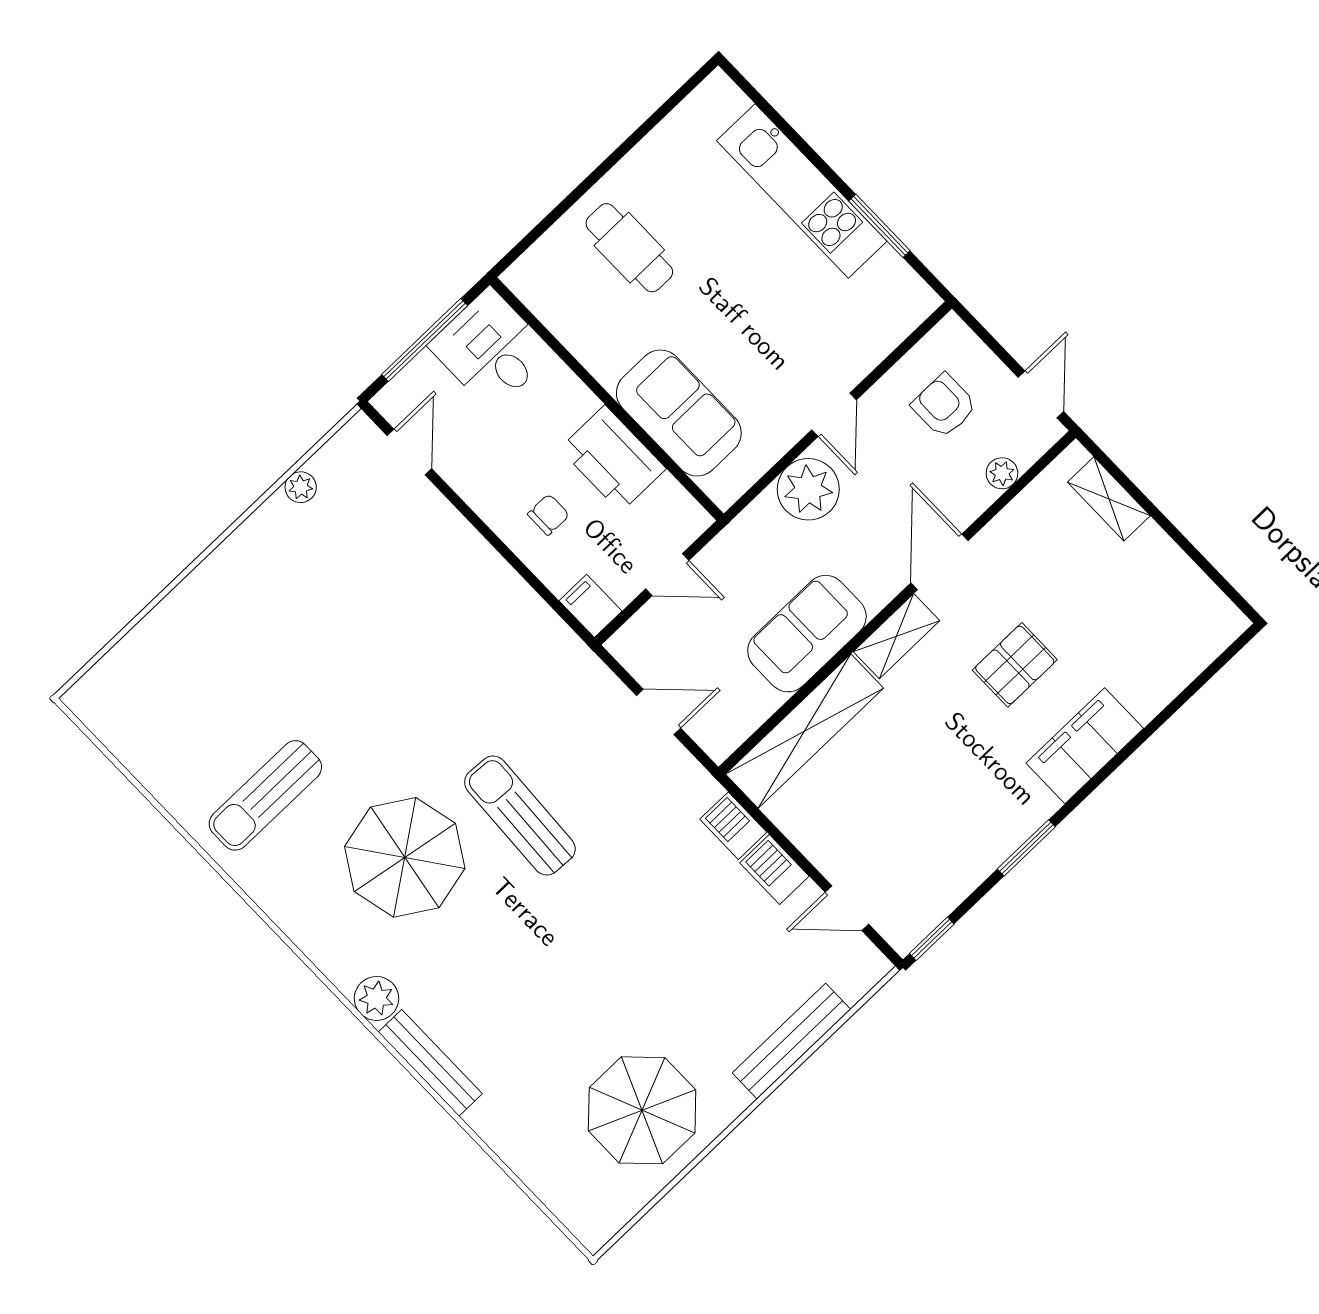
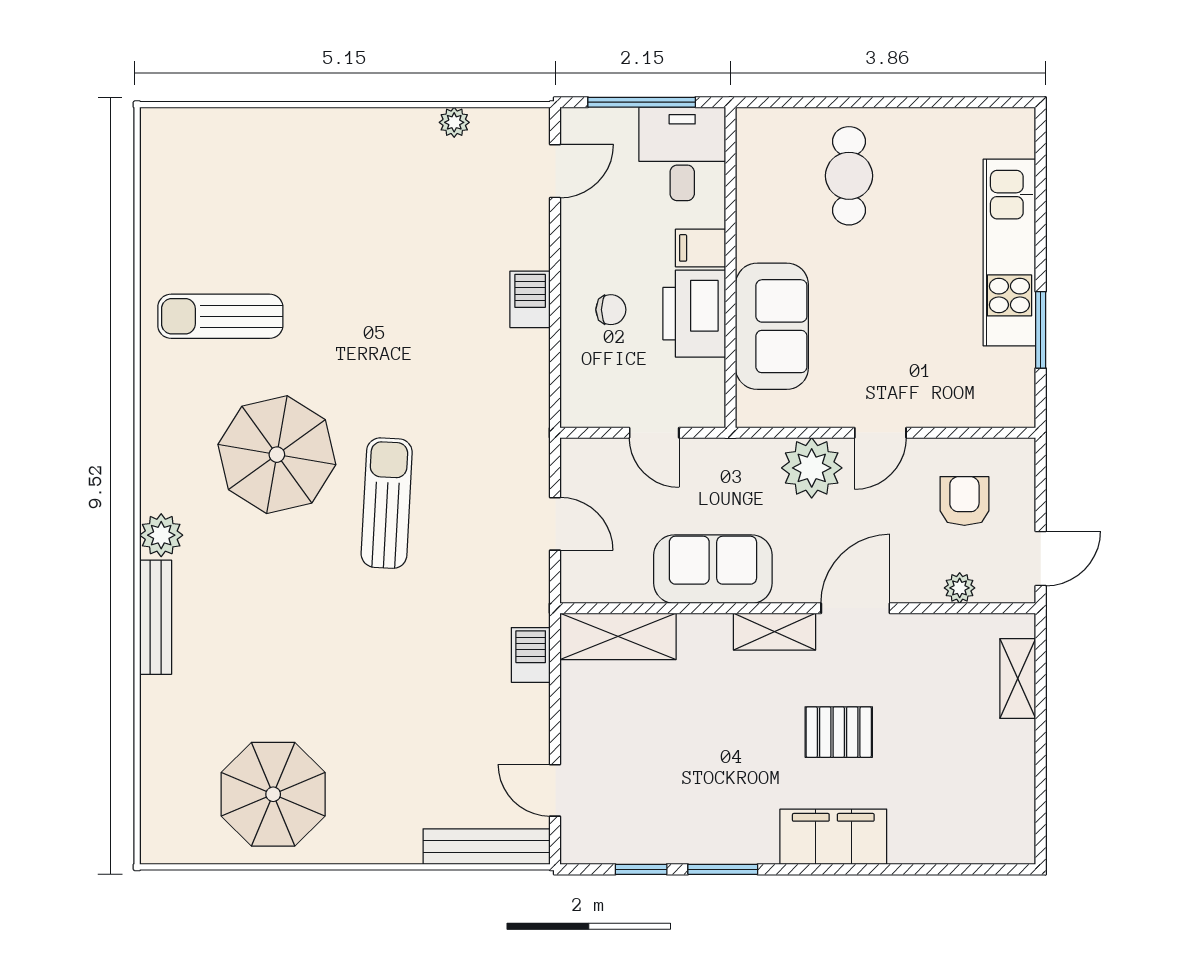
filing cabinet: (591, 606) -> (701, 248), moved, turned -90
shelving: (804, 731) -> (618, 636), width x0.68
barbecue: (774, 869) -> (530, 299), moved
window: (932, 939) -> (641, 869), moved
bench: (791, 1041) -> (487, 847), moved

